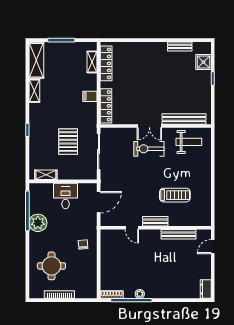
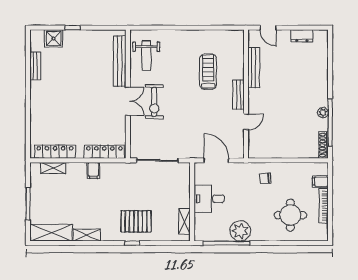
pallet: (68, 142) -> (136, 221), moved
weight bench: (189, 142) -> (146, 56), turned 180
dresser: (206, 289) -> (302, 36), moved
filing cabinet: (80, 292) -> (320, 182), added

